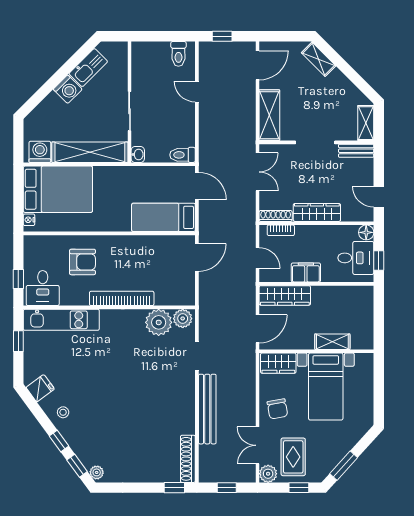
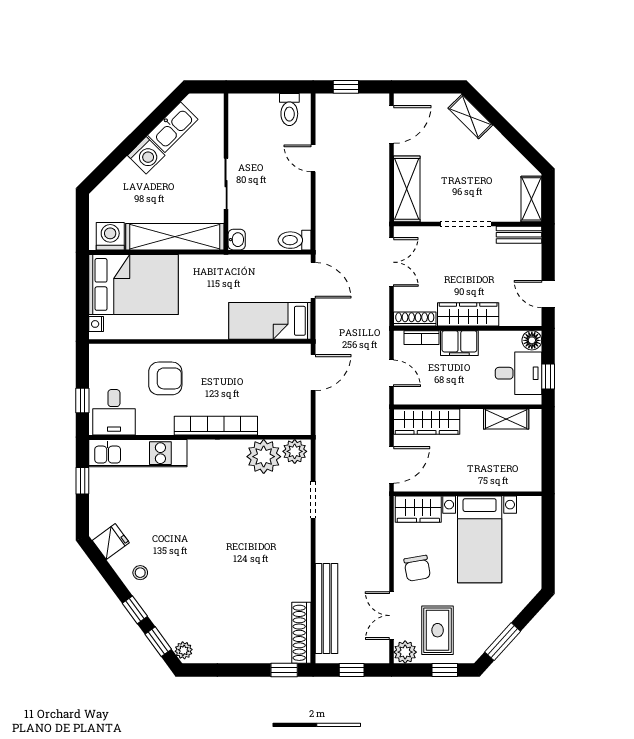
filing cabinet: (306, 272) -> (459, 343), moved, turned 180
shelving: (332, 342) -> (506, 419), moved
bench: (207, 409) -> (327, 609), moved

